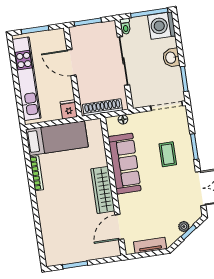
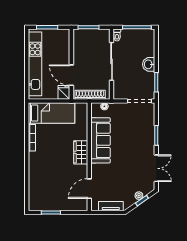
washing machine: (162, 26) -> (145, 39), removed
door: (71, 63) -> (71, 75), moved
coffee table: (168, 154) -> (135, 138), removed
wardrobe: (103, 190) -> (81, 152), width x0.67

